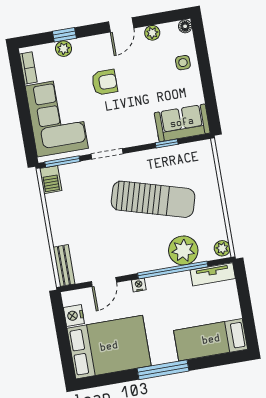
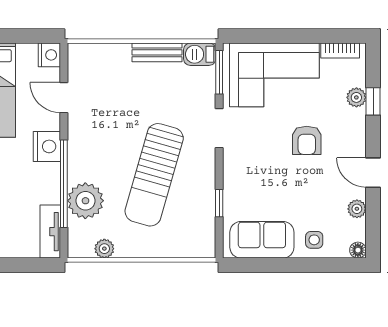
sofa: (182, 123) -> (262, 240), moved, turned -90
plant: (222, 248) -> (104, 249), moved
bench: (64, 266) -> (157, 52), moved
nightstand: (139, 285) -> (47, 146), width x1.89, depth x1.79
nightstand: (74, 315) -> (49, 55), moved, turned 90

